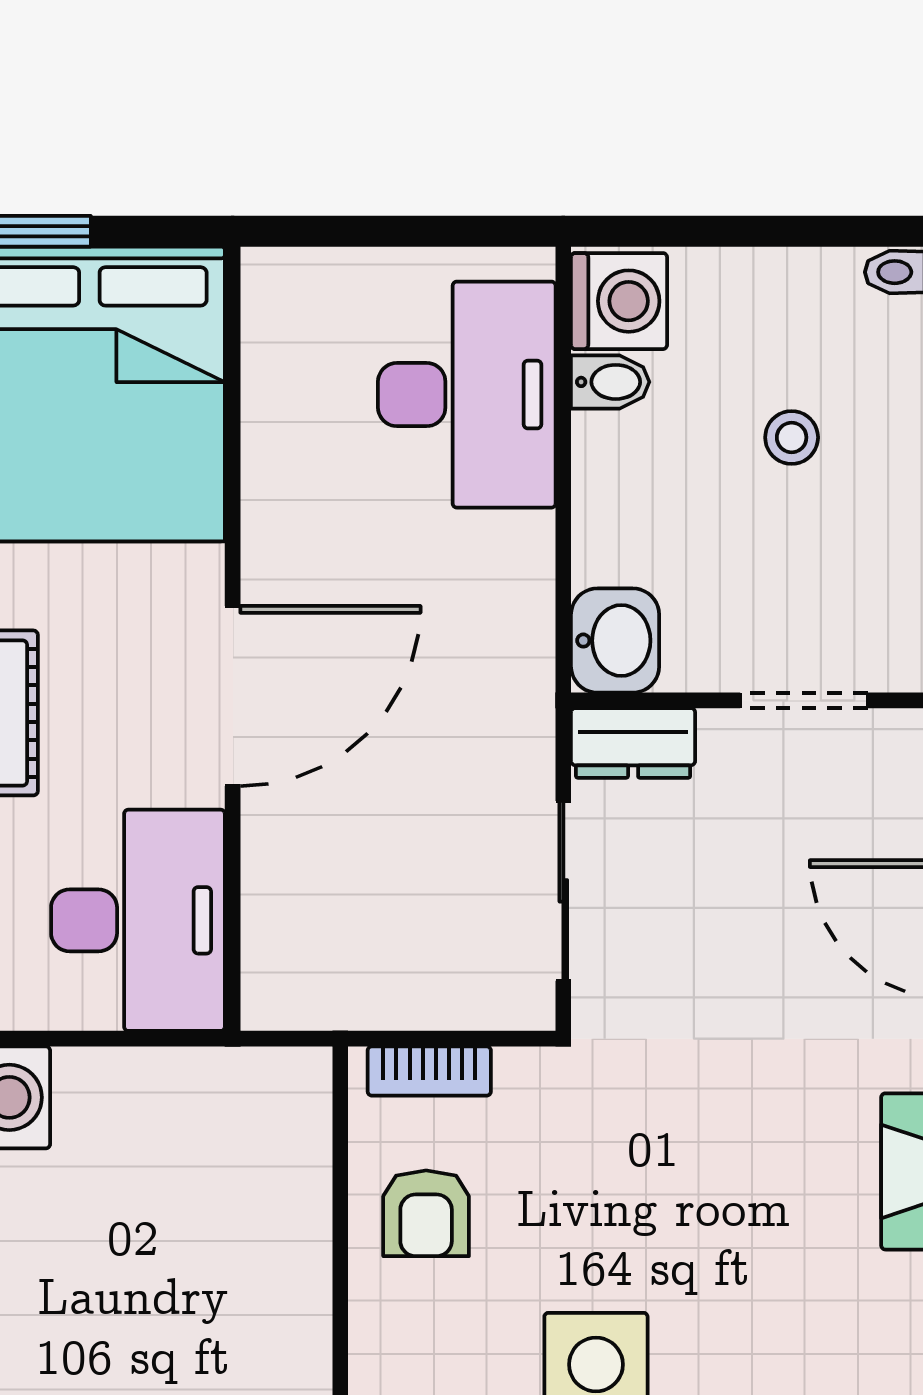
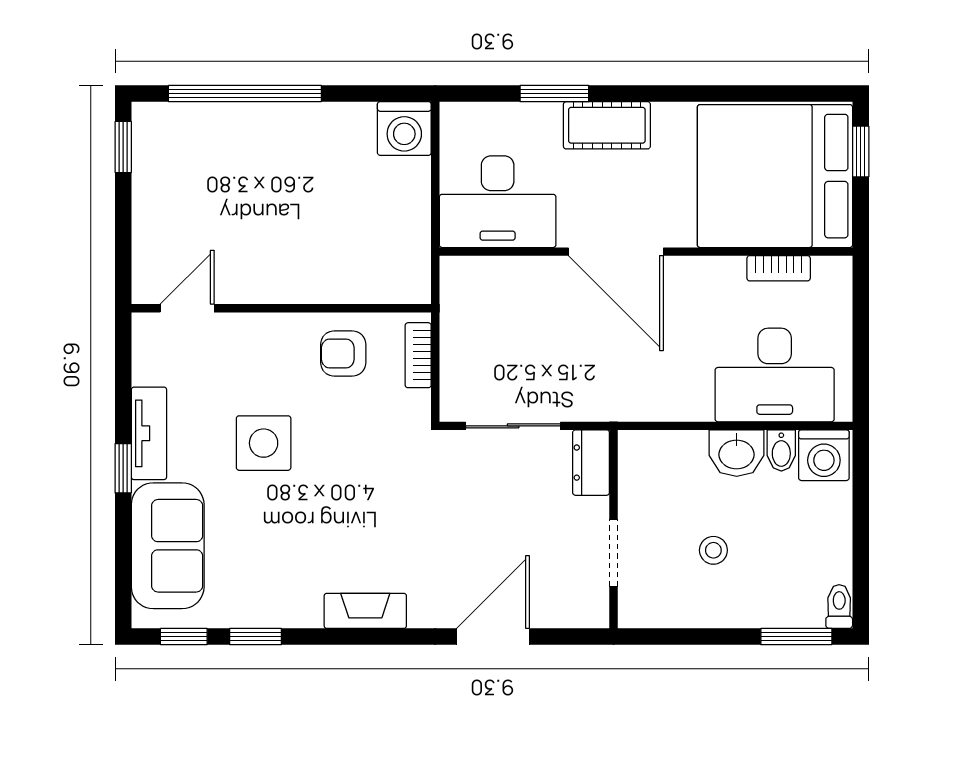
bookcase: (264, 387) -> (779, 268), added
stool: (792, 437) -> (713, 550), moved
washbasin: (615, 641) -> (737, 453), moved

